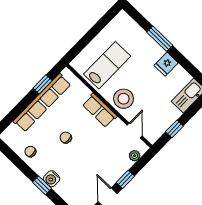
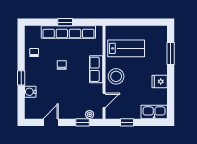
window: (160, 39) -> (171, 53), moved
window: (43, 84) -> (65, 22), moved
water cooler: (52, 179) -> (30, 92), moved
window: (125, 179) -> (82, 122), moved

